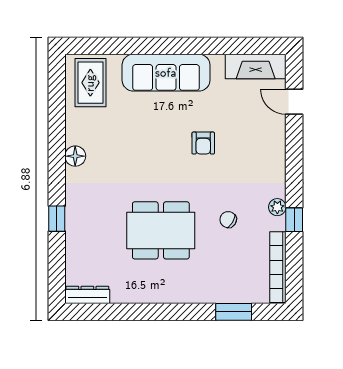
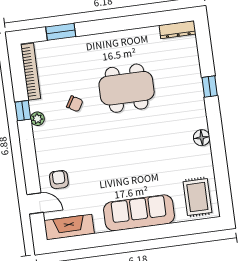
armchair: (203, 143) -> (59, 180), moved

